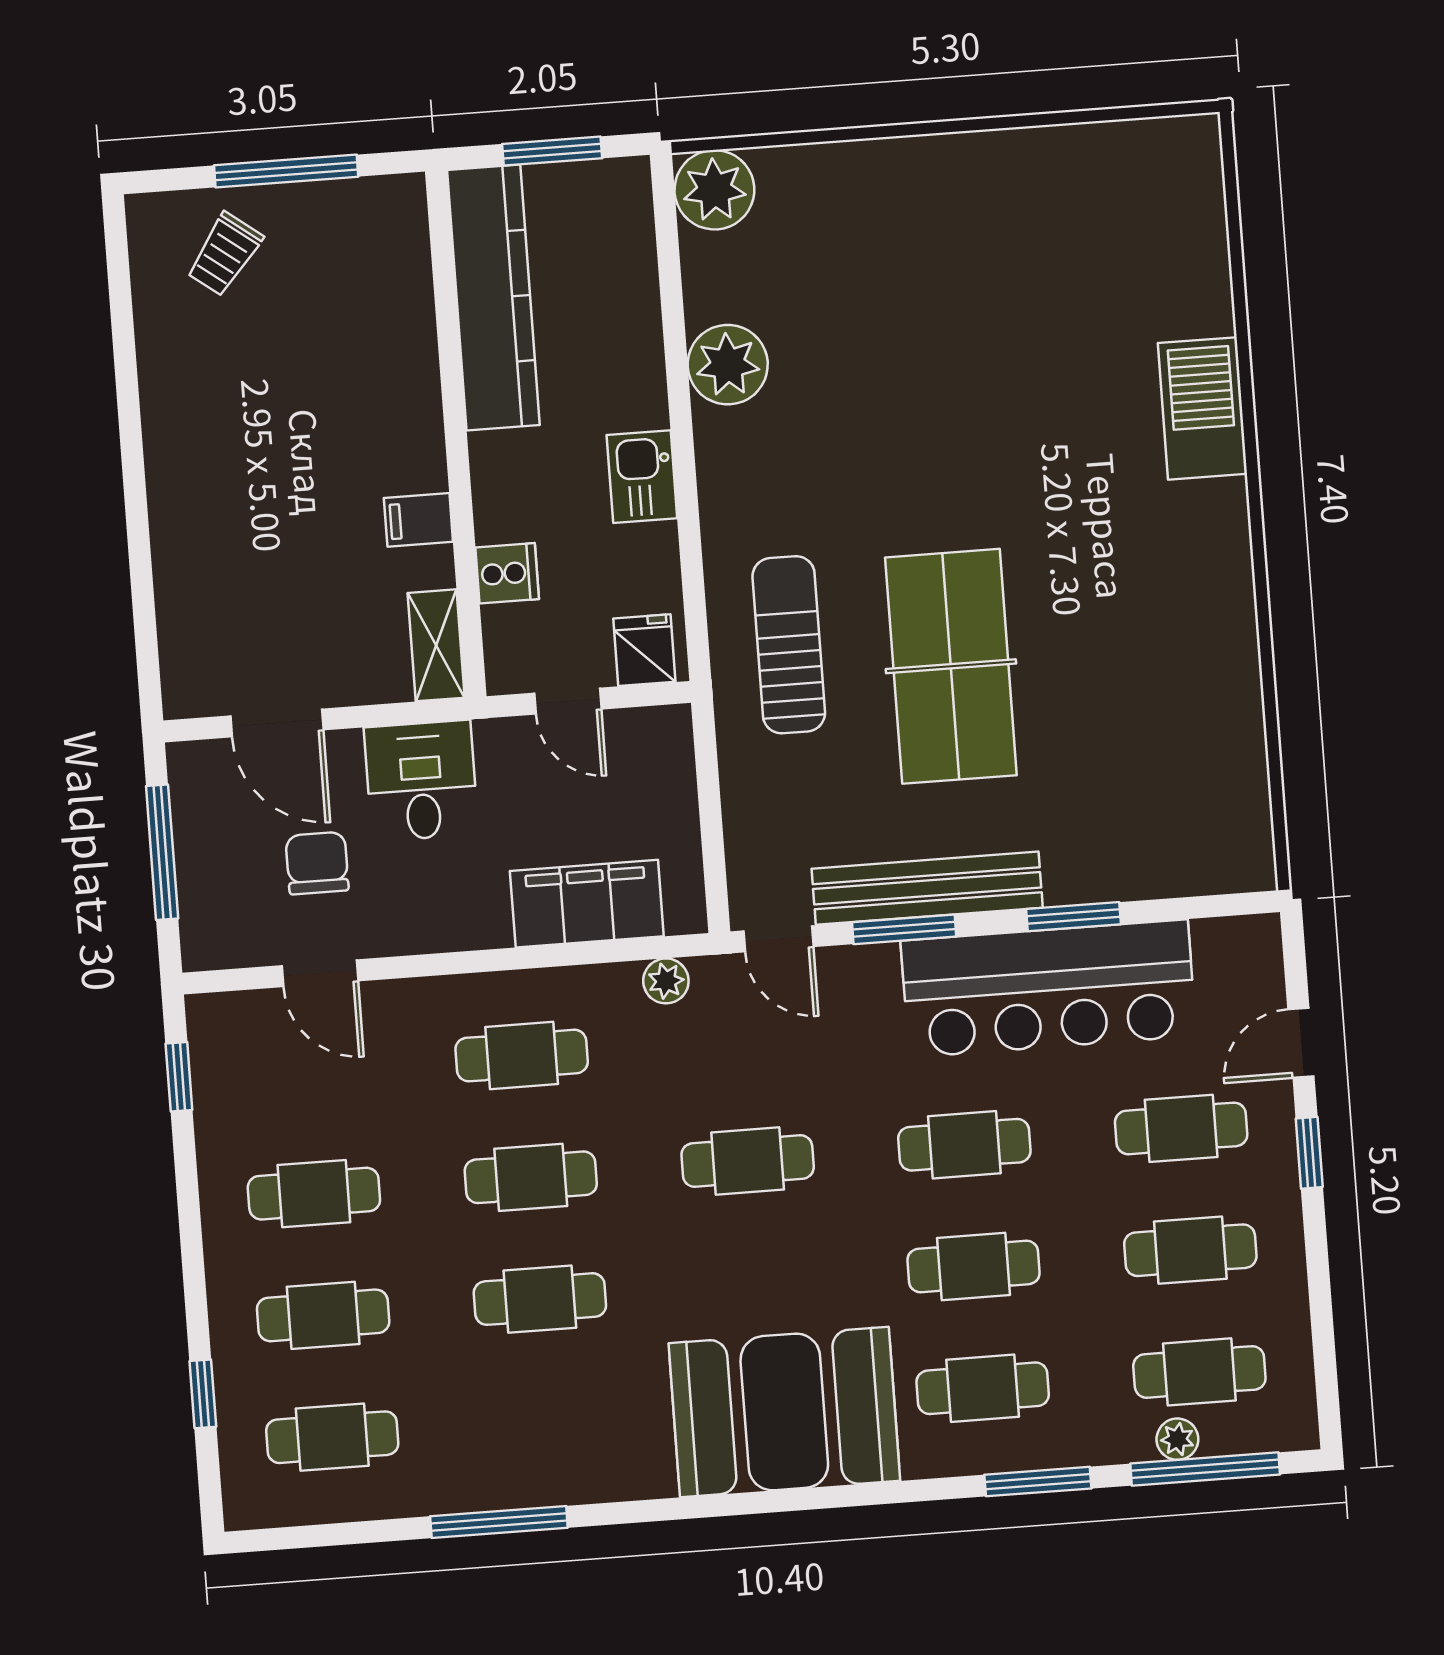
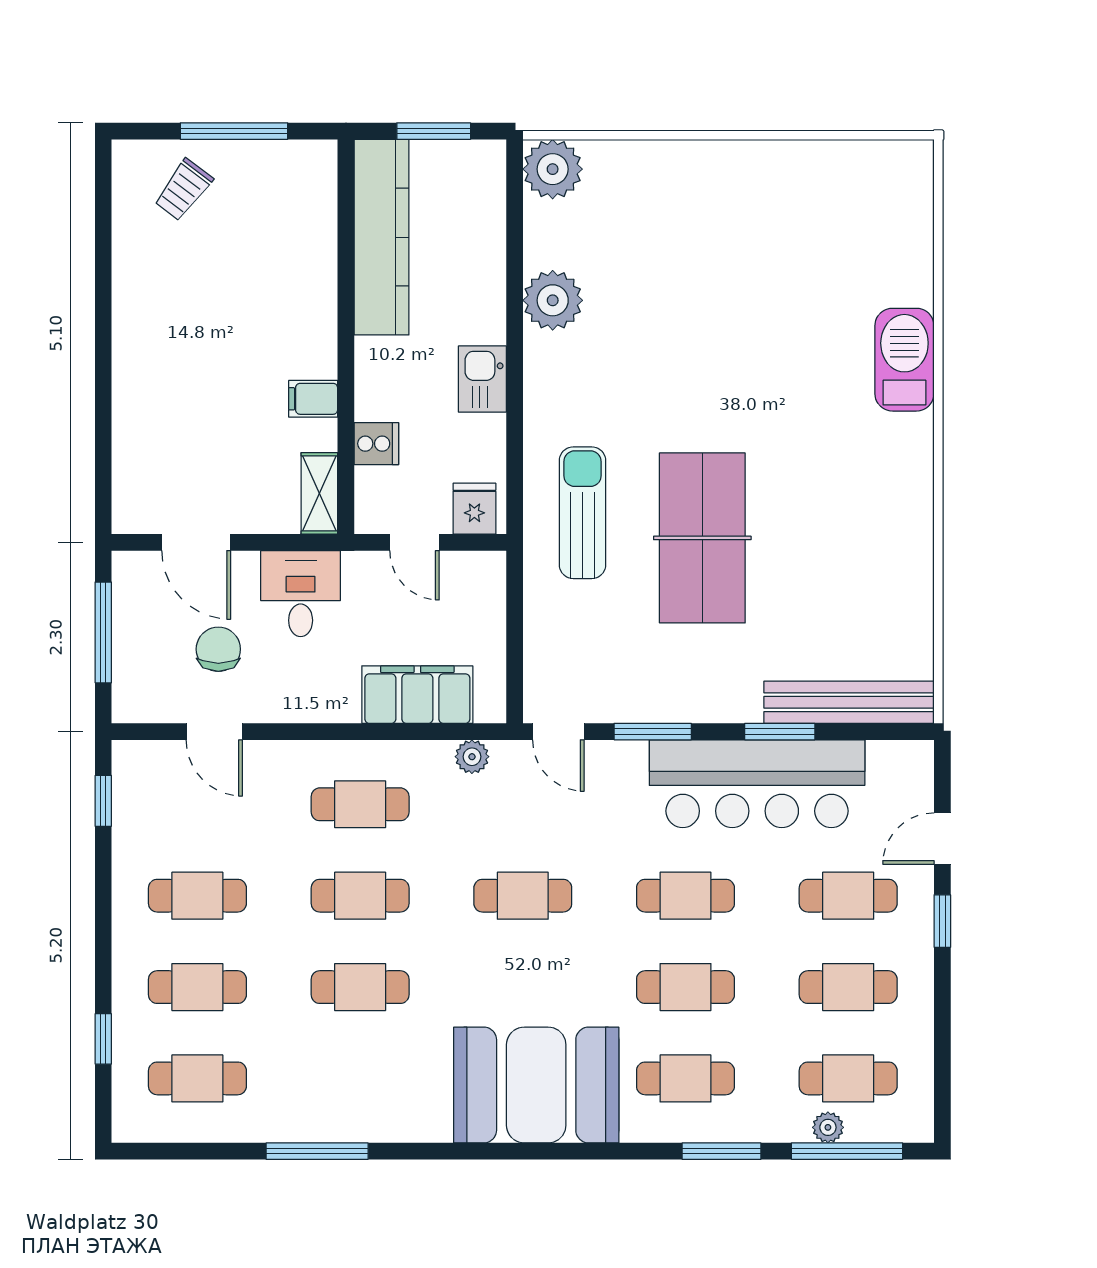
bench: (927, 888) -> (849, 702), moved

